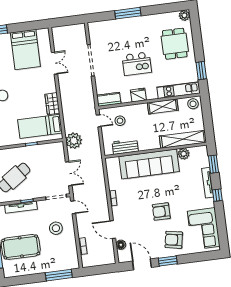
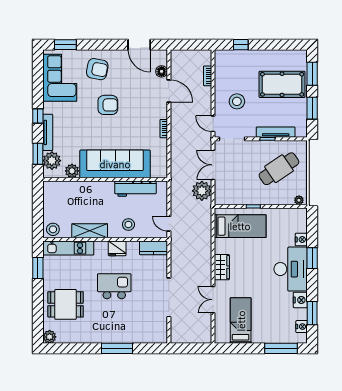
dining table: (175, 44) -> (66, 304), turned 90
bed: (25, 50) -> (241, 321), width x0.67
wardrobe: (52, 104) -> (222, 267), moved
stool: (120, 121) -> (128, 224), moved
shelving: (183, 139) -> (71, 188), removed
plant: (74, 141) -> (202, 191), moved
workbench: (125, 147) -> (135, 189), width x1.38
plant: (201, 160) -> (52, 161), added
window: (168, 261) -> (65, 45), moved
window: (59, 275) -> (241, 45), width x0.46

